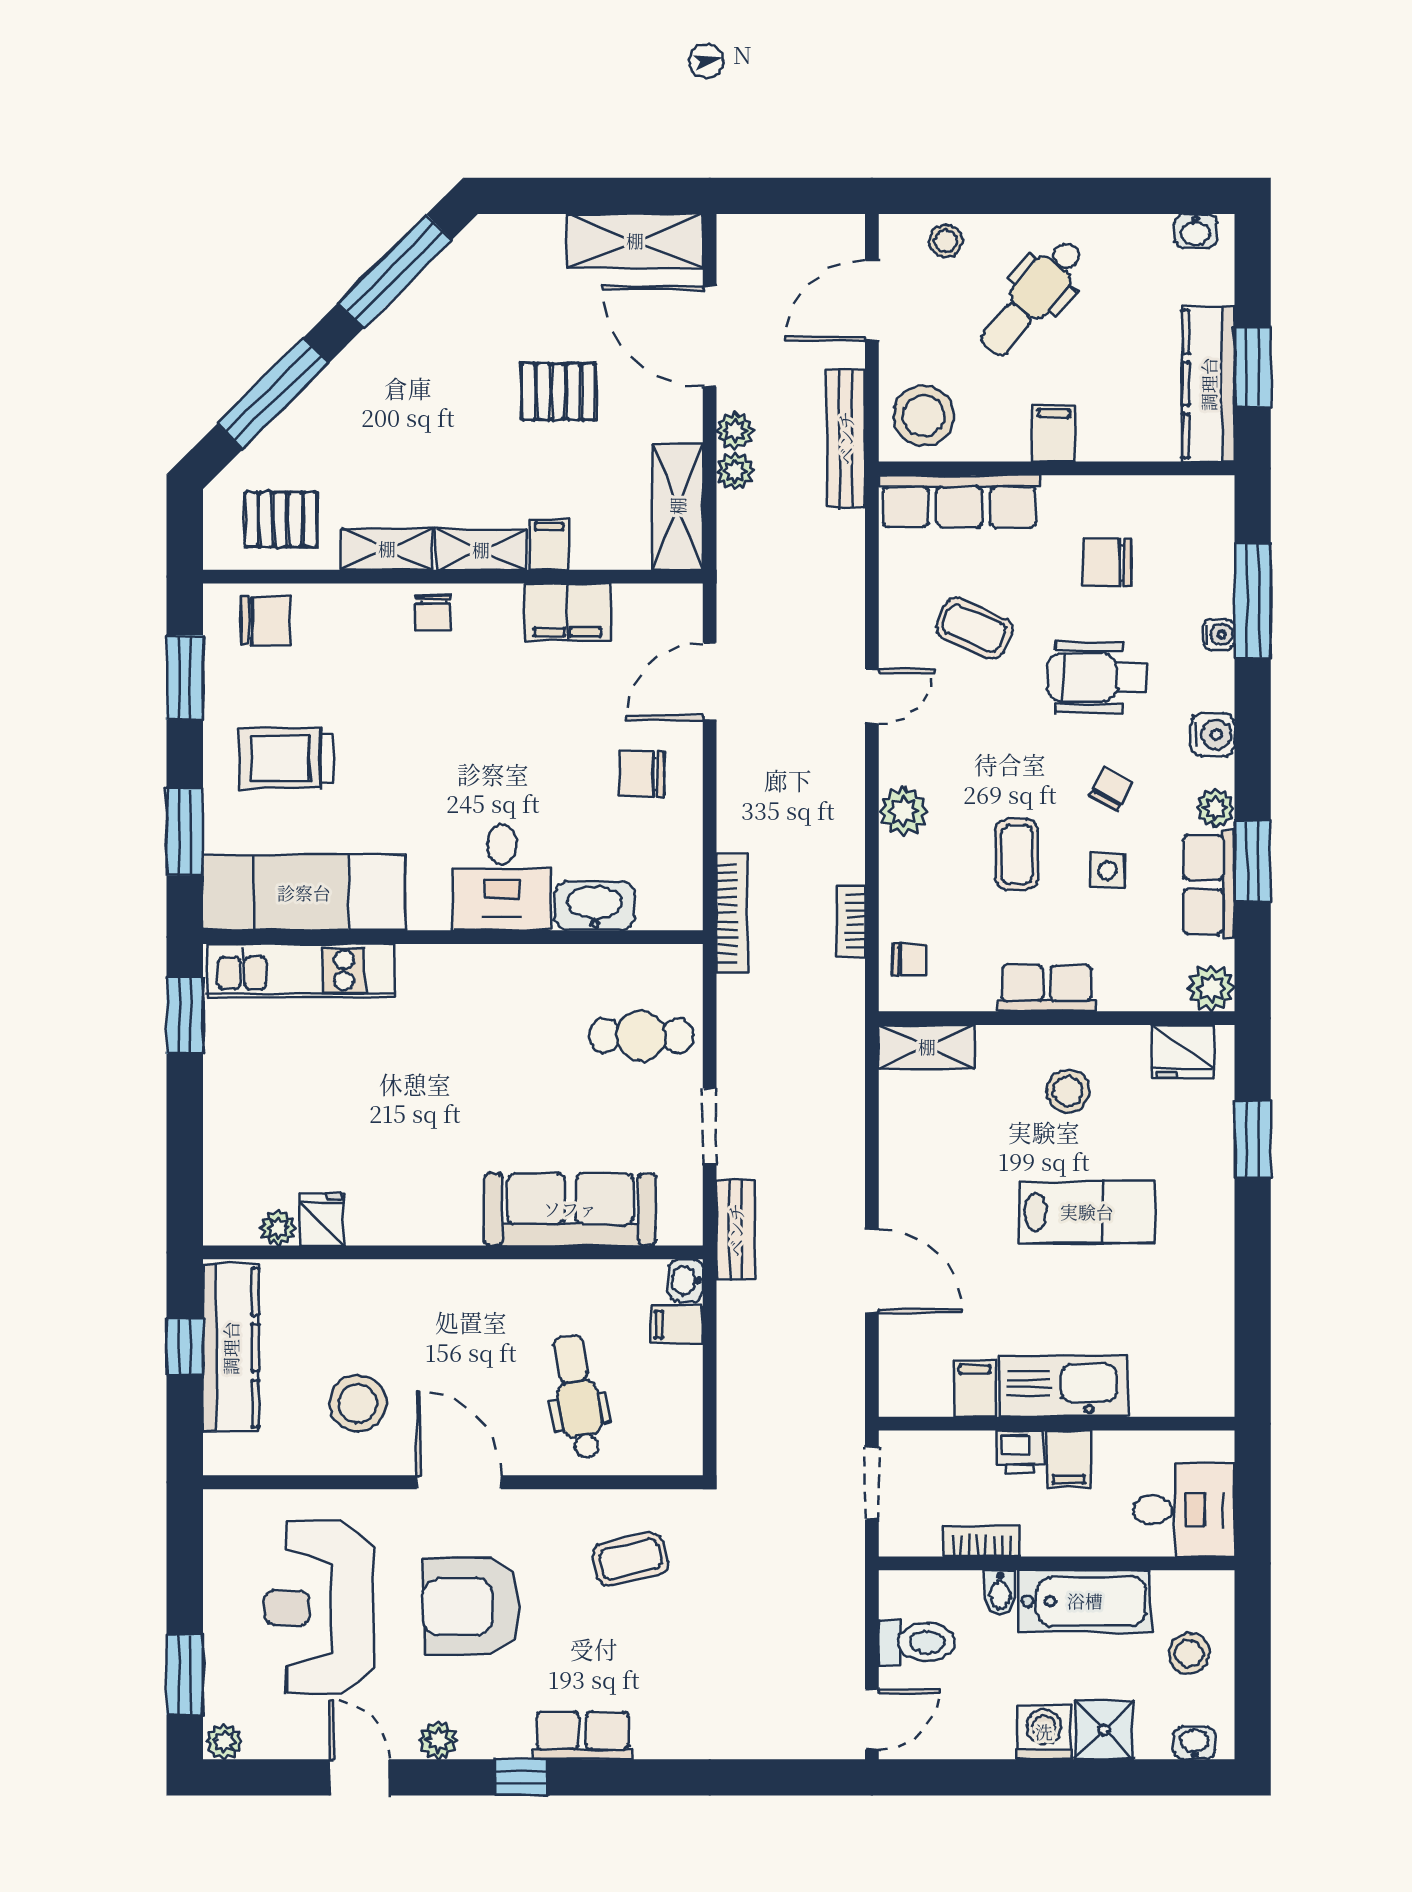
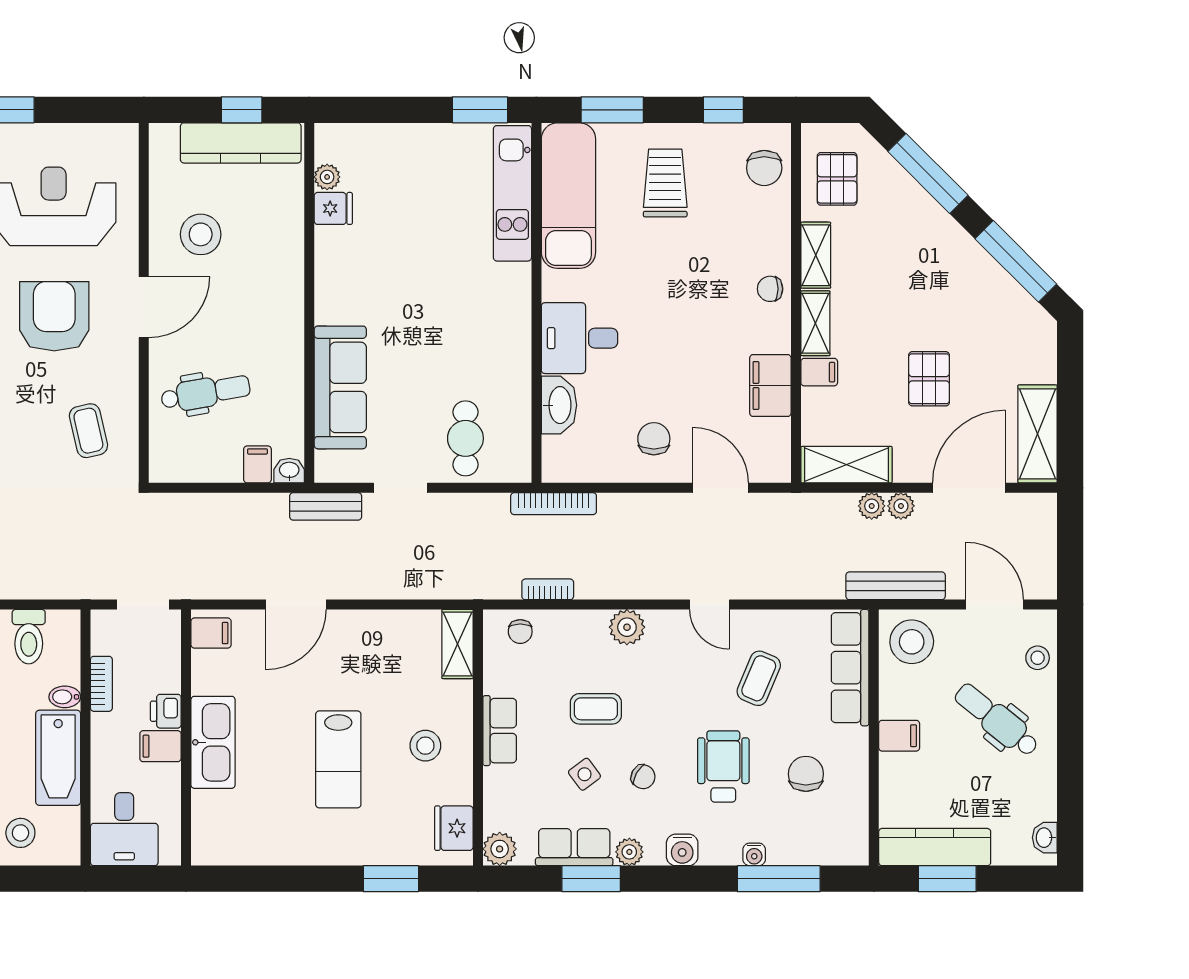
window: (185, 677) -> (723, 110), width x0.67
side table: (1108, 870) -> (584, 774), turned -37
filing cabinet: (975, 1389) -> (211, 633), moved

